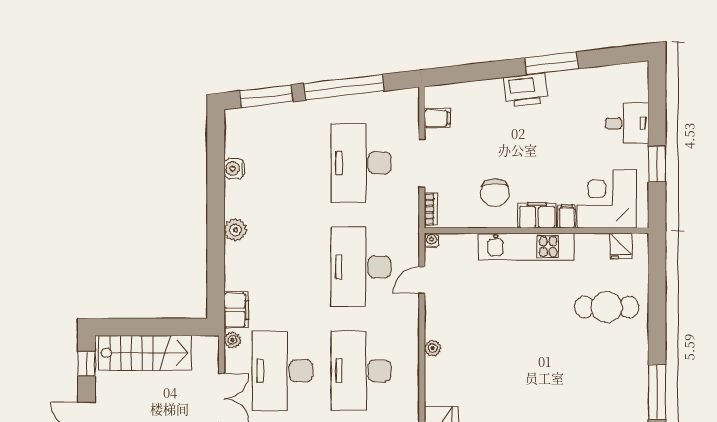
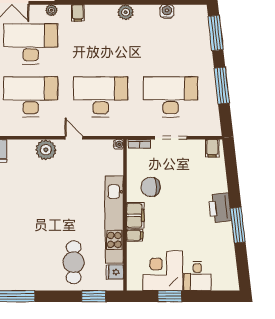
window: (344, 87) -> (222, 85), width x0.68
filing cabinet: (437, 118) -> (212, 148), moved
corner desk: (607, 199) -> (163, 271), moved, turned -90
kitchen unit: (526, 247) -> (114, 220), width x1.36
window: (657, 277) -> (94, 296), added
door: (422, 280) -> (74, 138), moved
filing cabinet: (236, 310) -> (78, 13), width x0.50
plant: (432, 348) -> (46, 150), width x1.88, depth x1.88

